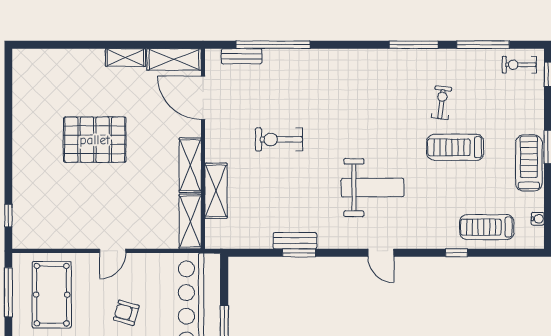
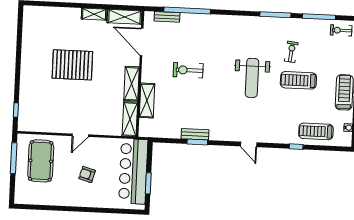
weight bench: (373, 188) -> (252, 78), moved, turned 90

